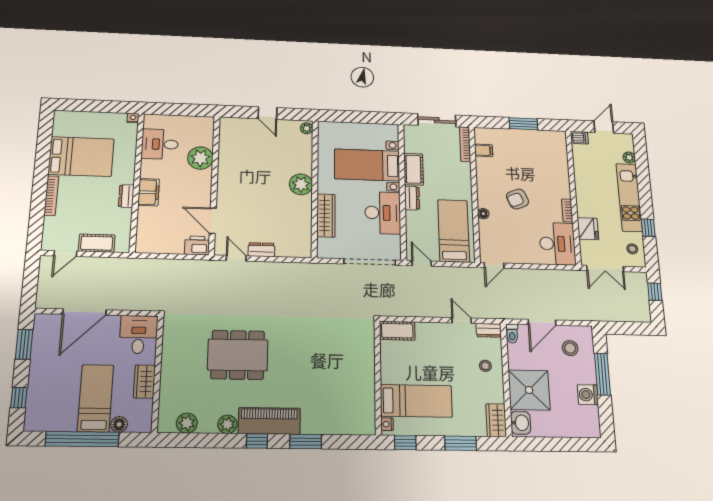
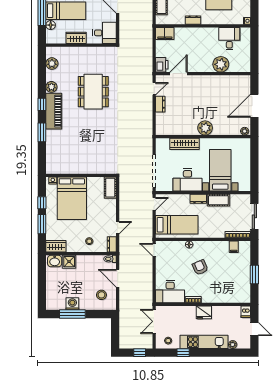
door: (267, 113) -> (254, 106), width x1.88
filing cabinet: (149, 192) -> (165, 33), moved
fridge: (588, 229) -> (204, 312), moved
window: (602, 374) -> (72, 314), moved
shower: (529, 390) -> (69, 262), width x0.54, depth x0.54
bed: (416, 401) -> (72, 198), width x1.50
window: (405, 443) -> (42, 203), moved

